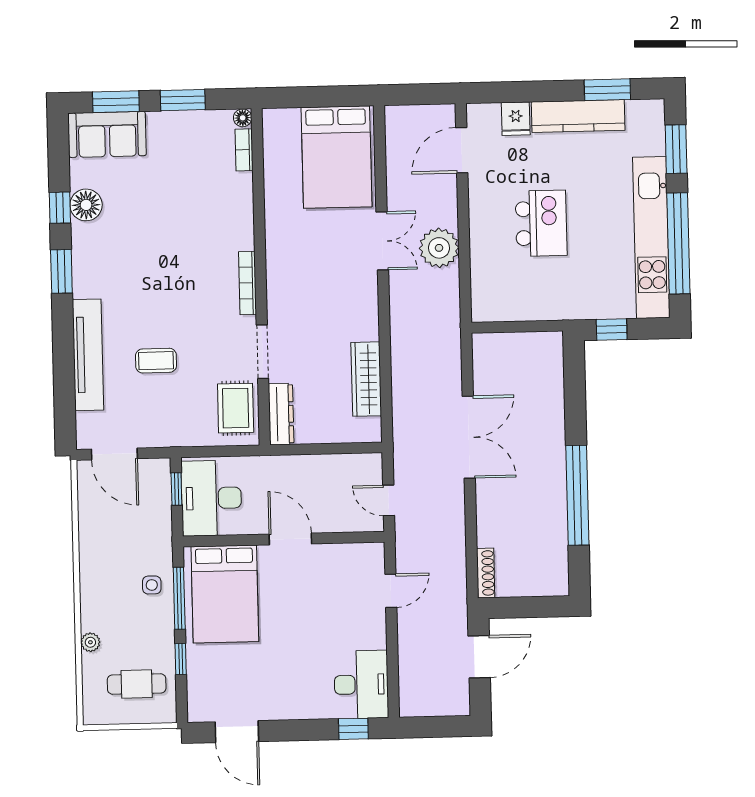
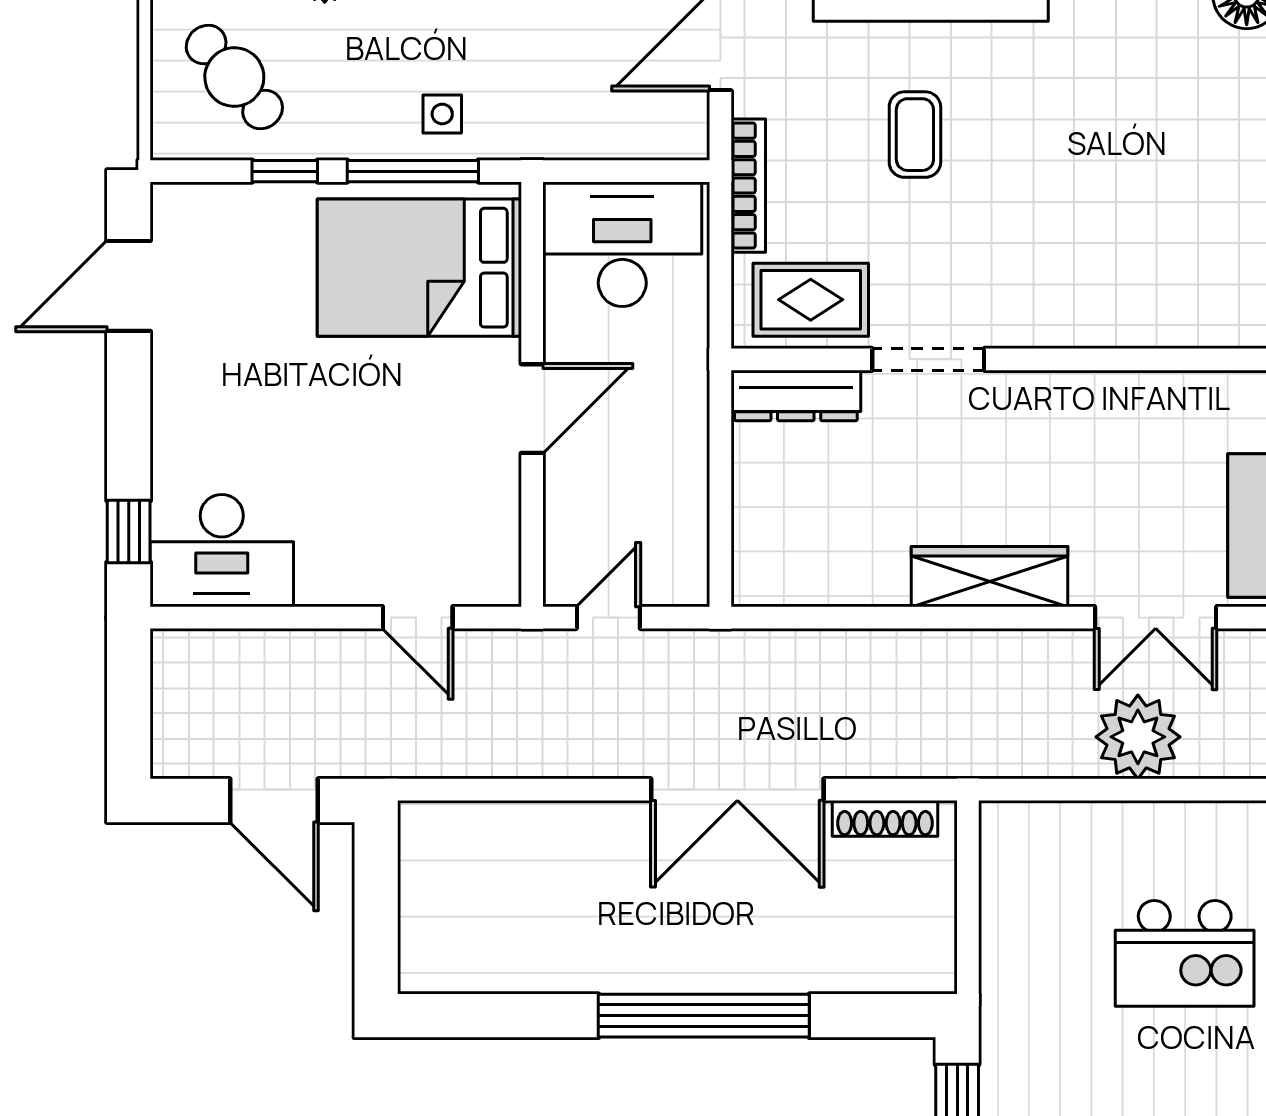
bookcase: (248, 283) -> (748, 186), moved, turned 90
wardrobe: (366, 379) -> (990, 577), moved
window: (176, 489) -> (643, 171), removed
window: (577, 495) -> (704, 1016), moved
shoe rack: (486, 573) -> (885, 818), moved
cafe table: (137, 684) -> (234, 77), turned -41

